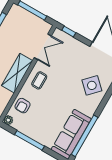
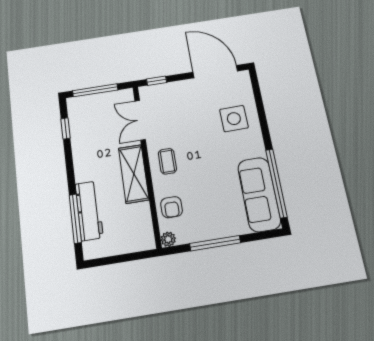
double door: (43, 47) -> (140, 120), swing flipped
side table: (92, 85) -> (234, 119), turned 45

